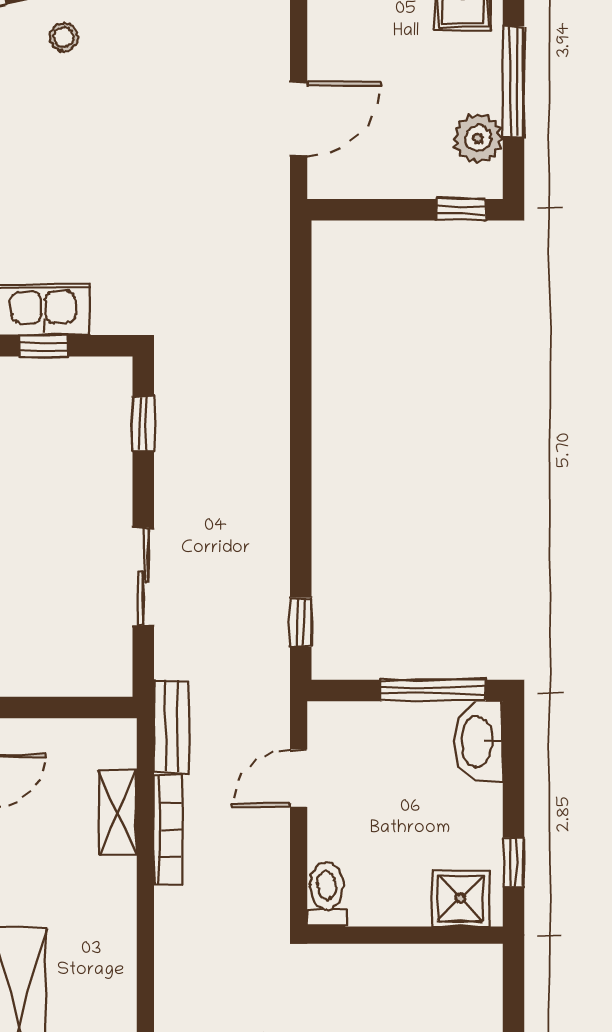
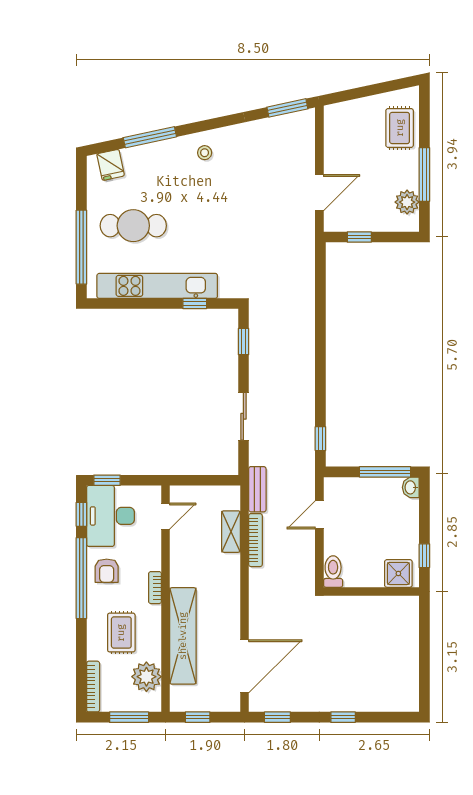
window: (461, 210) -> (359, 237), moved
washbasin: (478, 741) -> (411, 487), width x0.52, depth x0.69

